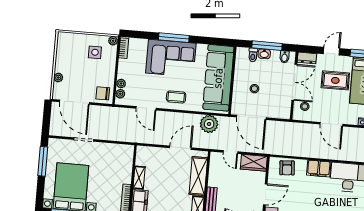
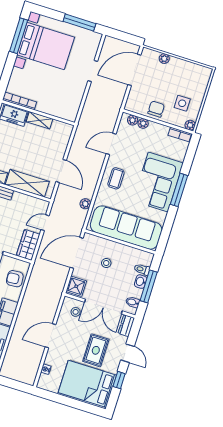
chair: (103, 93) -> (156, 109), moved
shower: (281, 111) -> (76, 286), added
plant: (209, 124) -> (85, 204), width x0.53, depth x0.53

